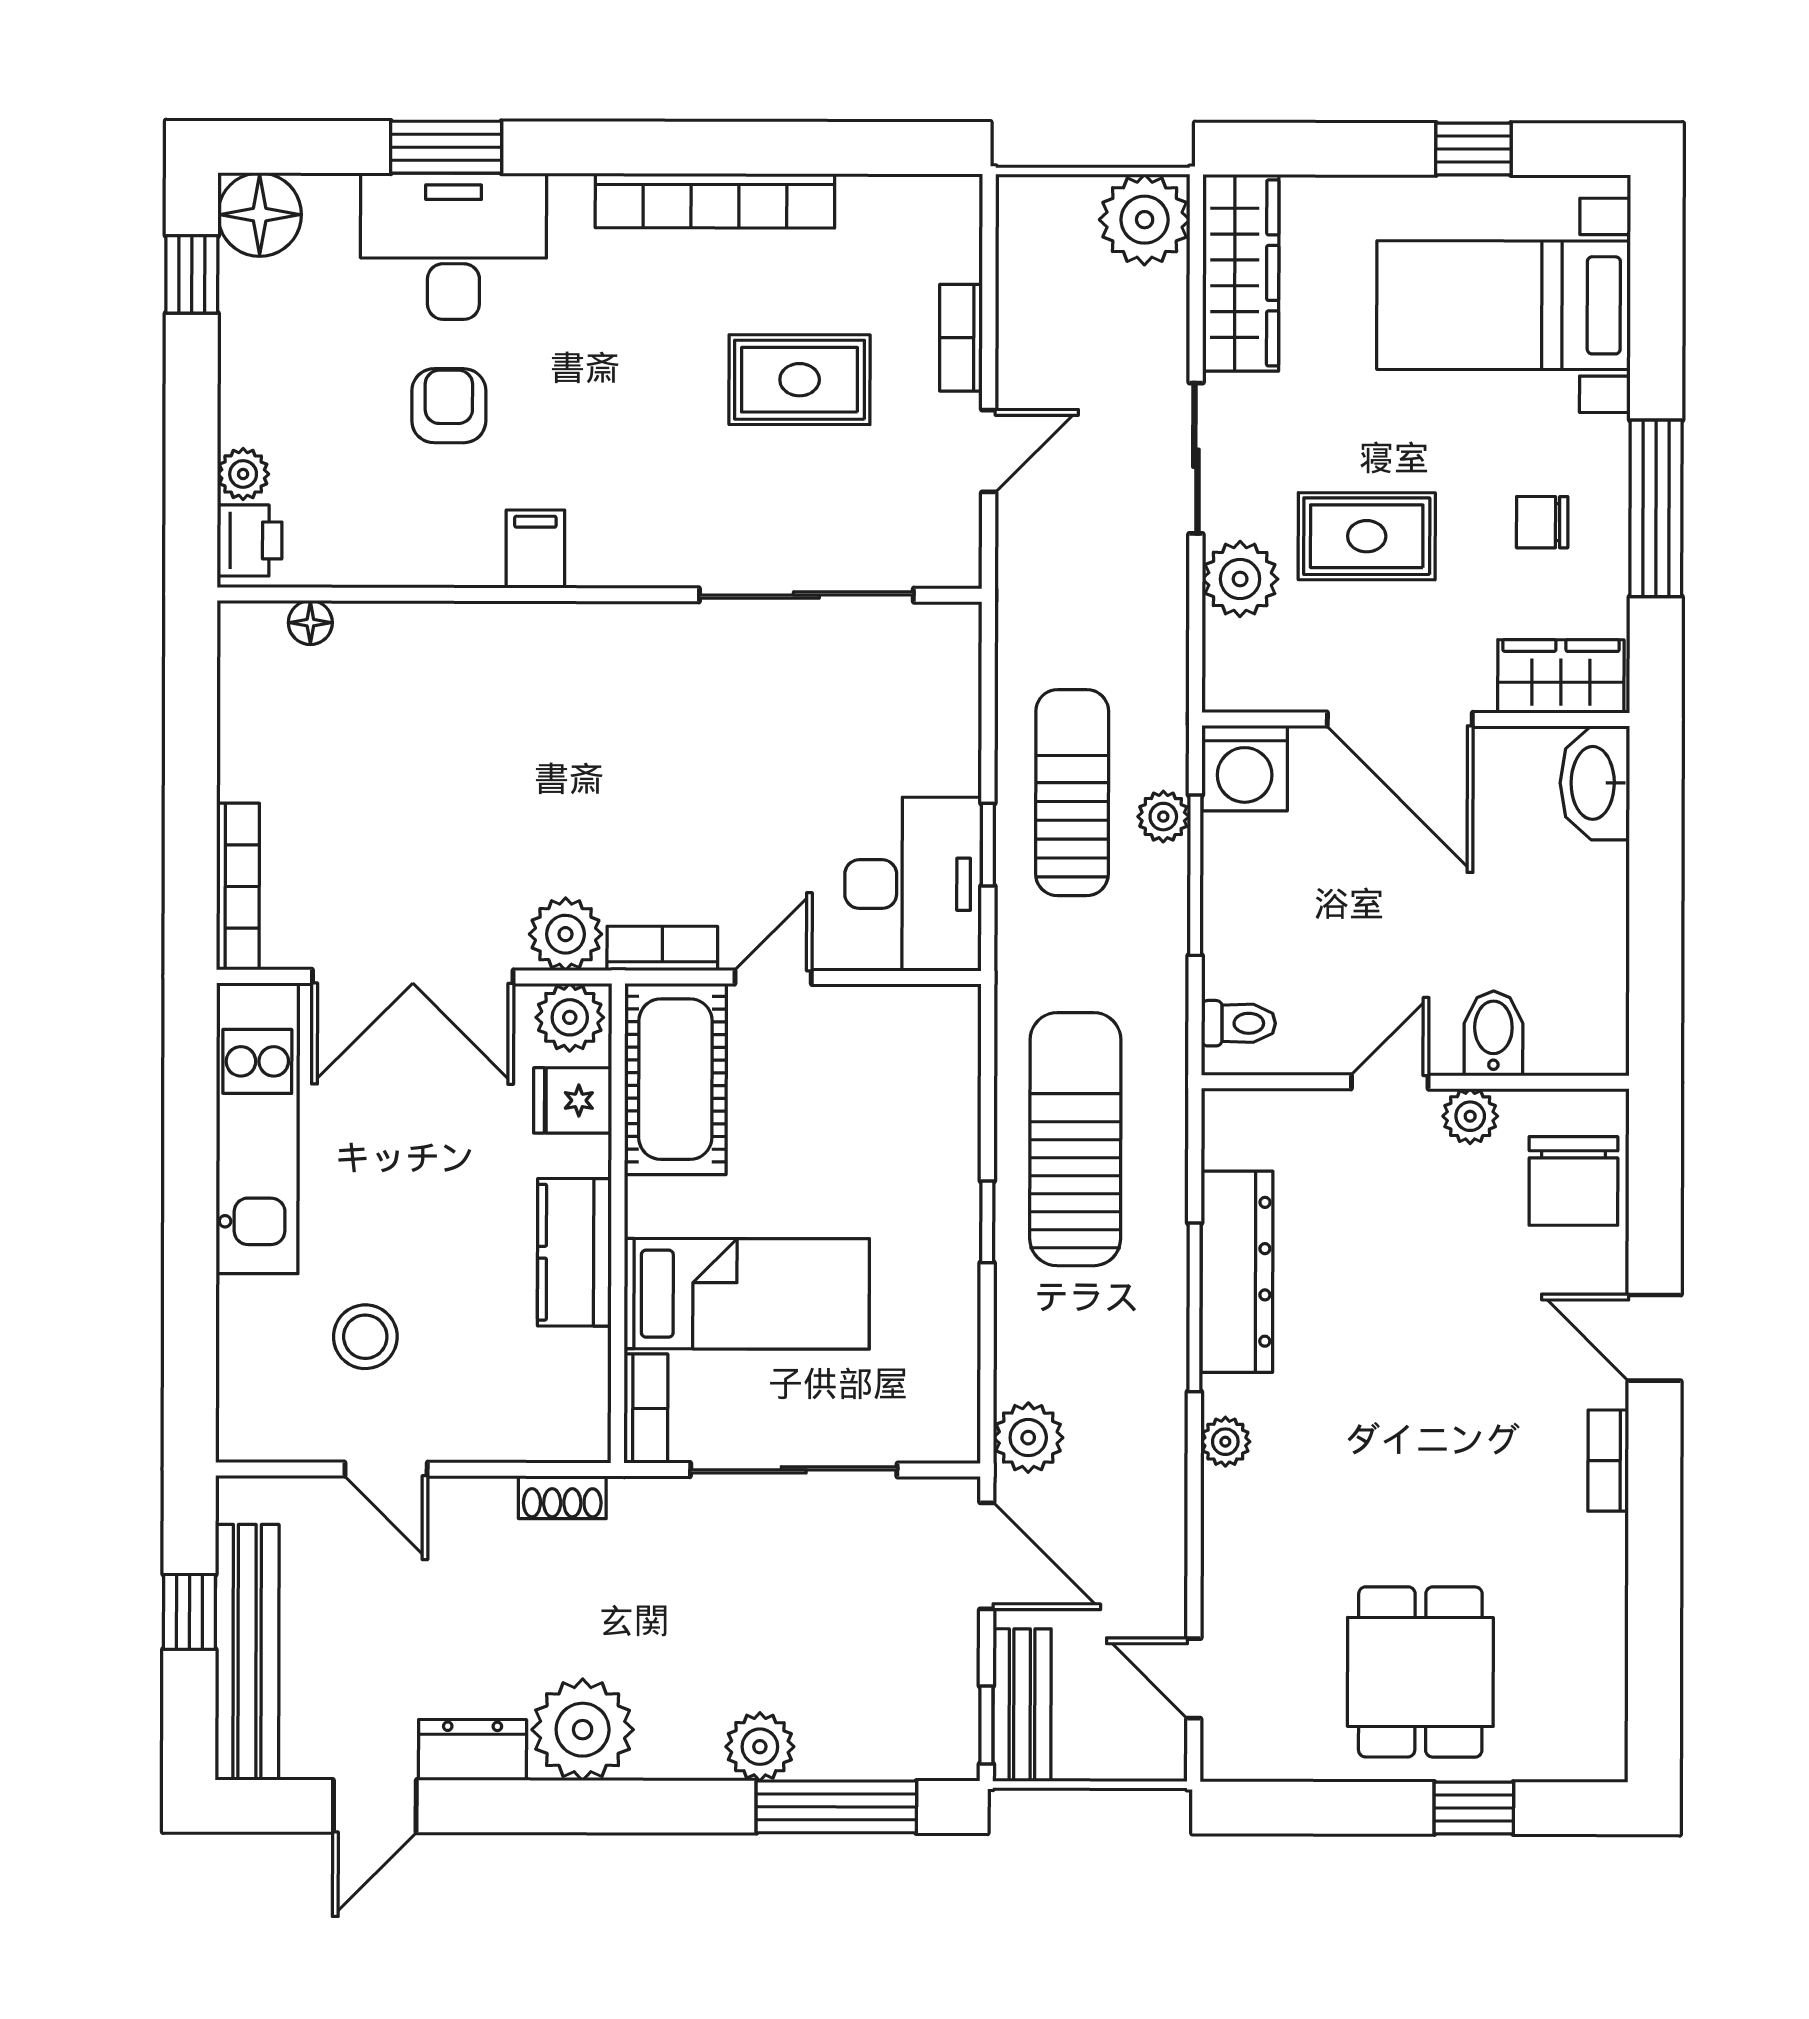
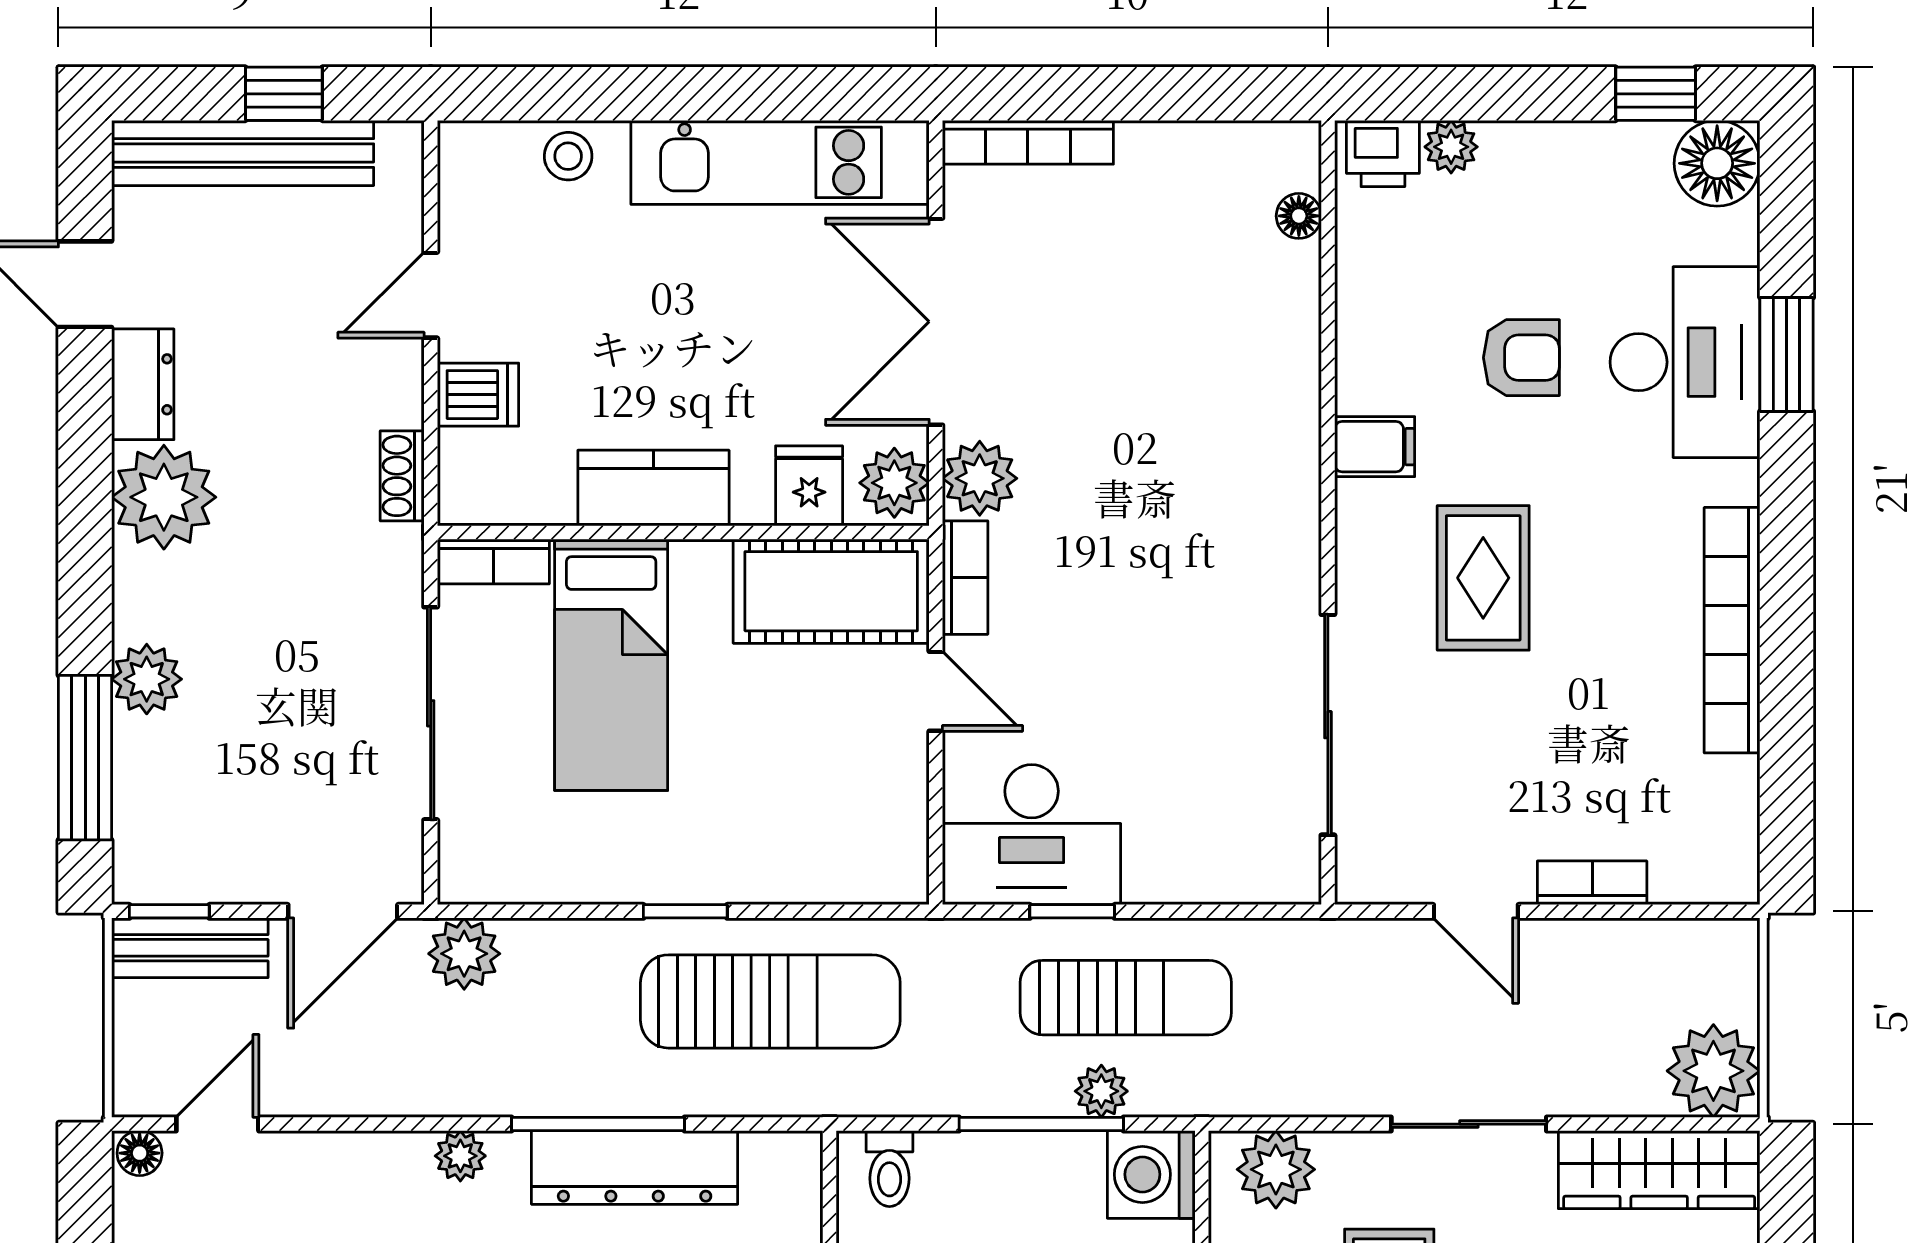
rug: (800, 380) -> (1483, 578), moved
plant: (1240, 579) -> (1276, 1169), moved
stool: (365, 1337) -> (568, 156), moved, width x0.73, depth x0.73
dishwasher: (483, 1423) -> (478, 395), added
floor lamp: (1222, 1754) -> (140, 1153), added

